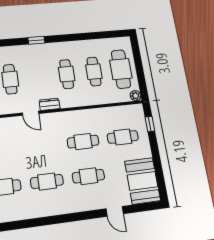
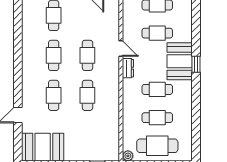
booth: (36, 55) -> (180, 61), added
door: (31, 113) -> (121, 49), swing flipped
cafe table: (123, 137) -> (87, 55), moved

